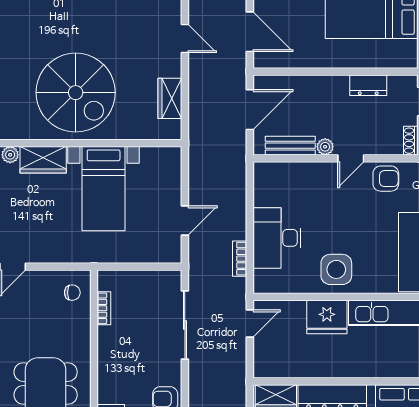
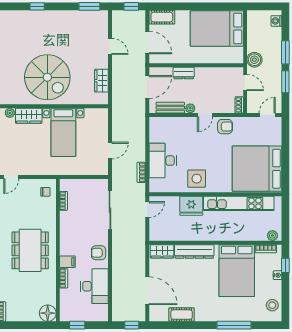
dresser: (368, 85) -> (184, 73), moved

